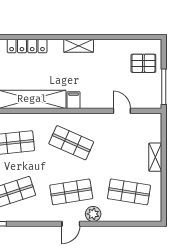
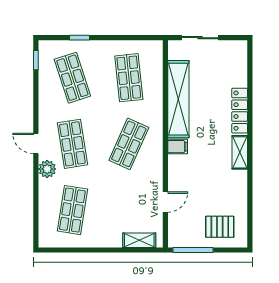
locker: (27, 46) -> (240, 111), moved
pallet: (143, 63) -> (220, 227), turned 90
shelving: (155, 157) -> (139, 240), moved

